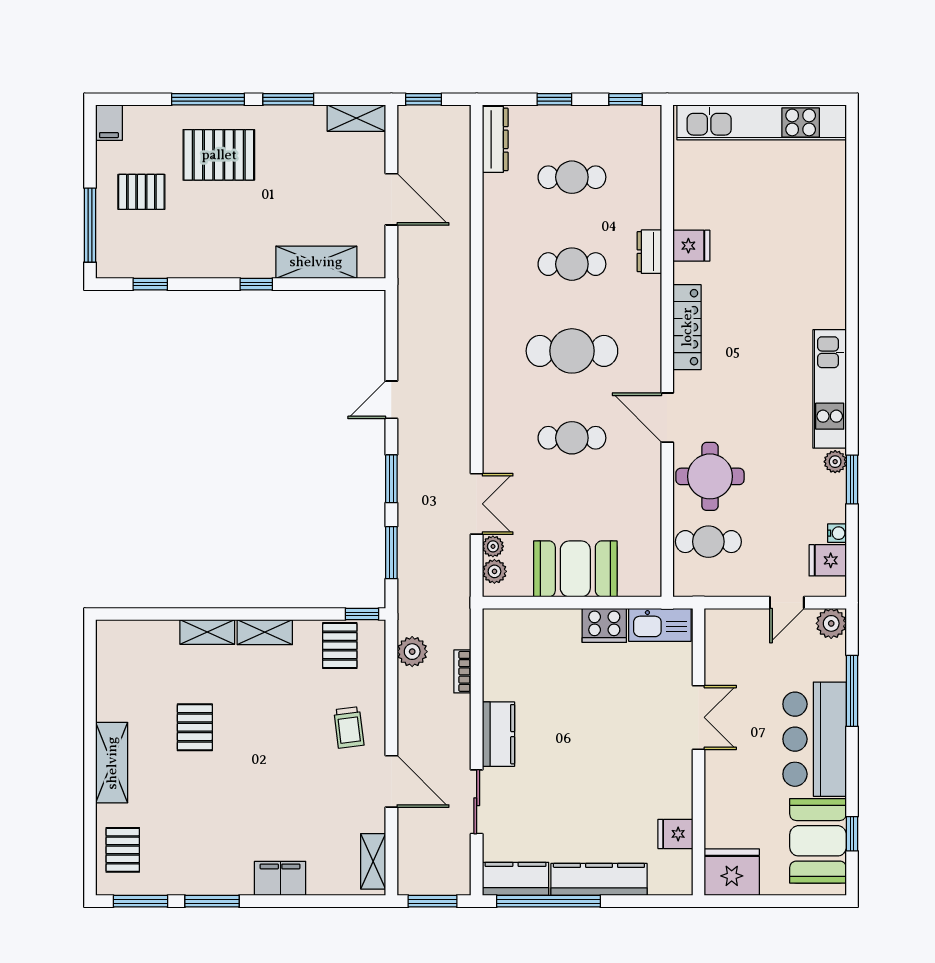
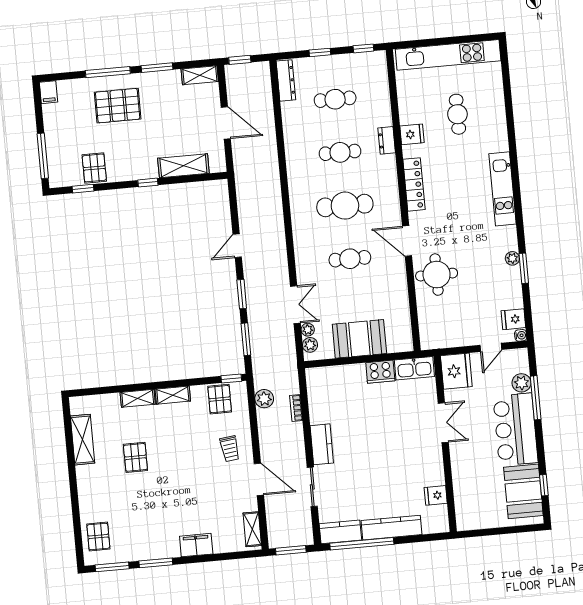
pallet: (141, 192) -> (94, 168), moved, turned 90
kitchen unit: (830, 389) -> (503, 189), moved
water cooler: (837, 533) -> (521, 335), moved
cafe table: (708, 542) -> (457, 114), moved, turned 90
plant: (831, 623) -> (521, 383), moved
shelving: (112, 763) -> (82, 440), moved
fridge: (732, 872) -> (456, 371), moved, turned 90

